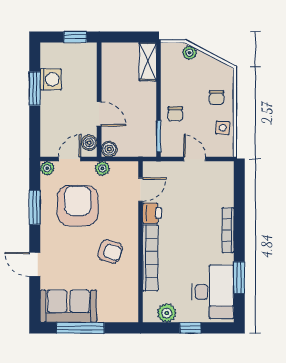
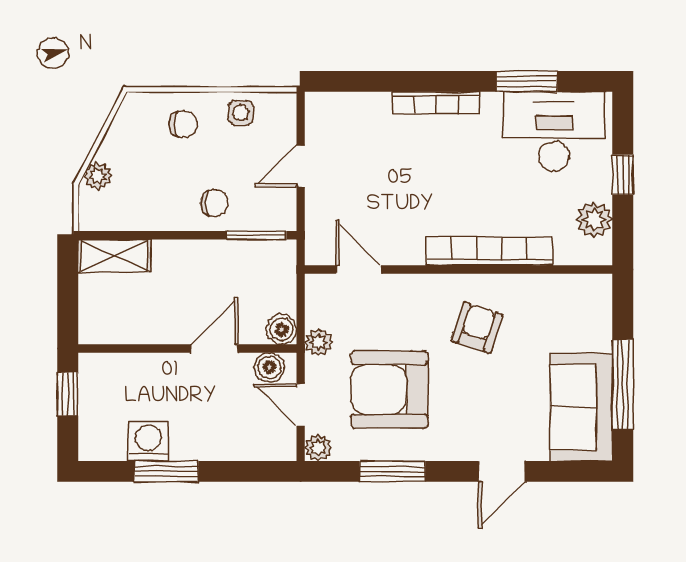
printer: (152, 213) -> (404, 248), removed

